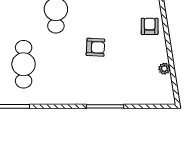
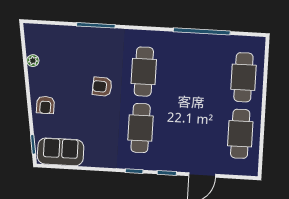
cafe table: (24, 64) -> (144, 72), moved

